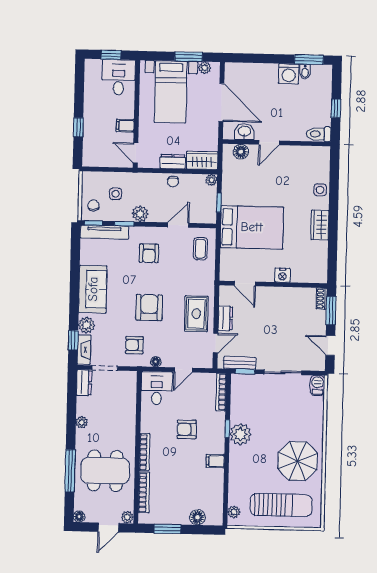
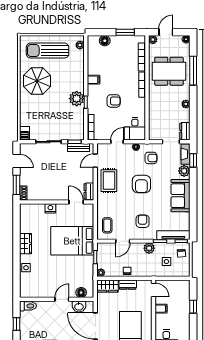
dresser: (225, 318) -> (89, 191), moved

